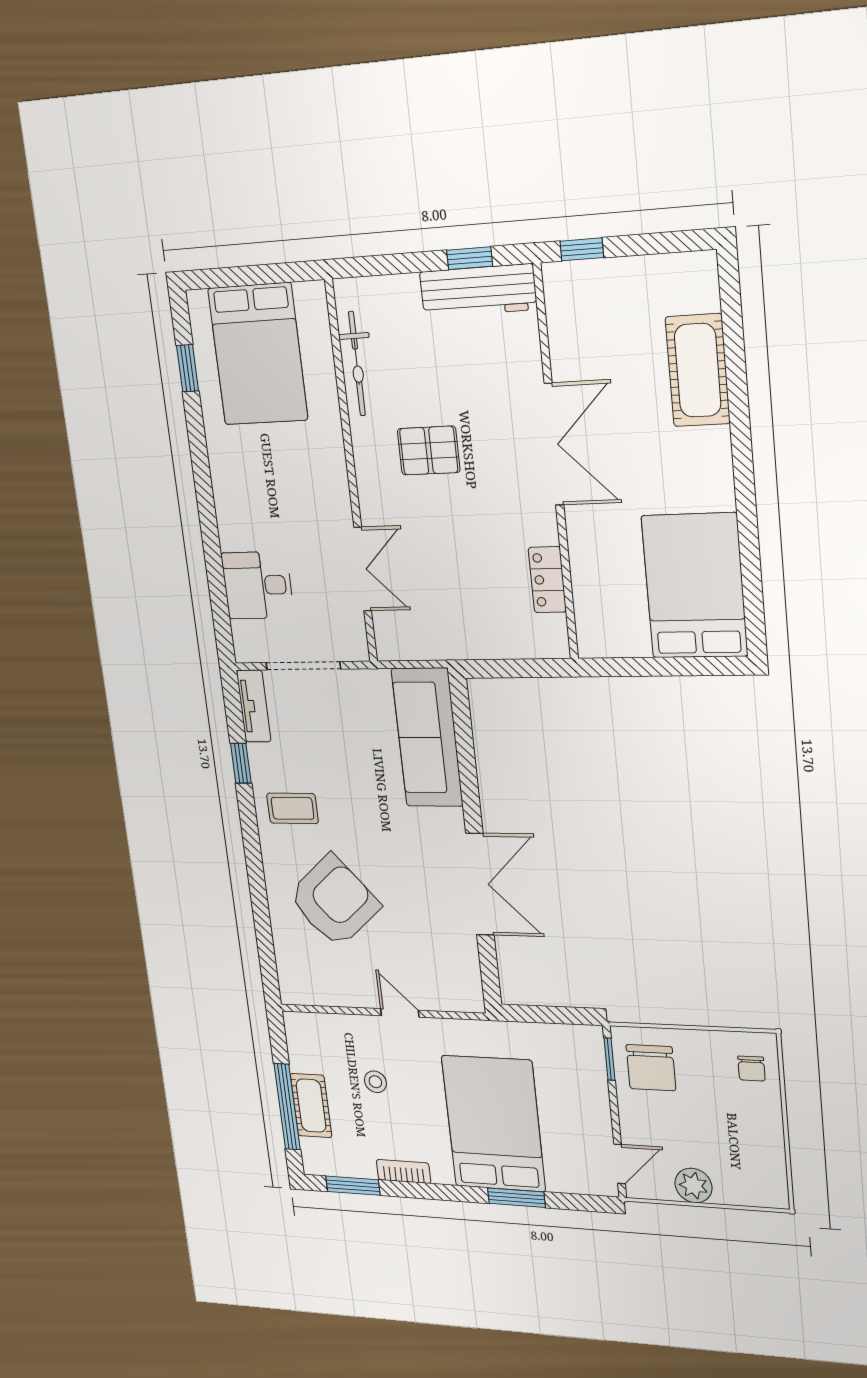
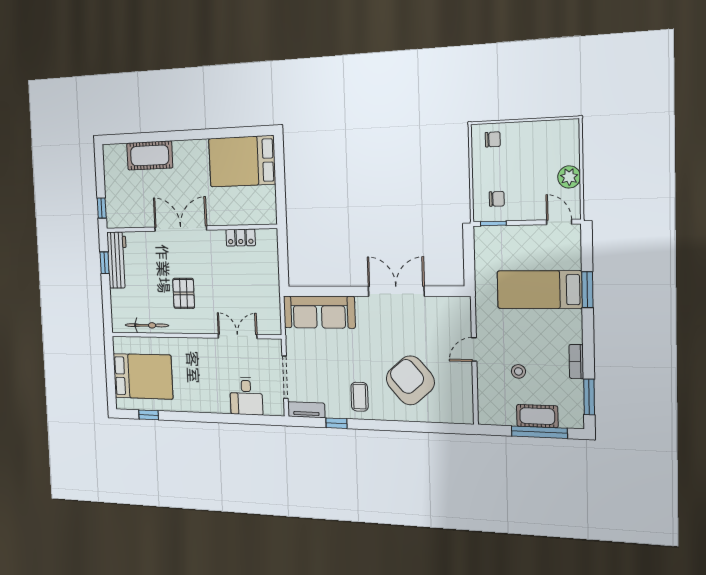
chair: (651, 1068) -> (497, 199), width x0.54, depth x0.54
bed: (493, 1124) -> (539, 290), width x0.67

